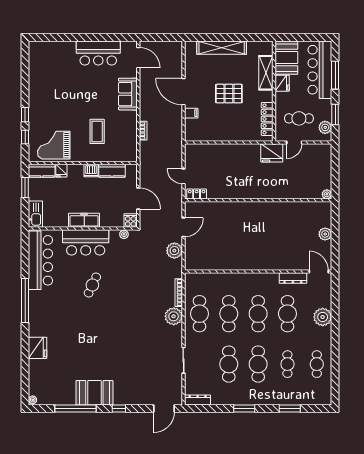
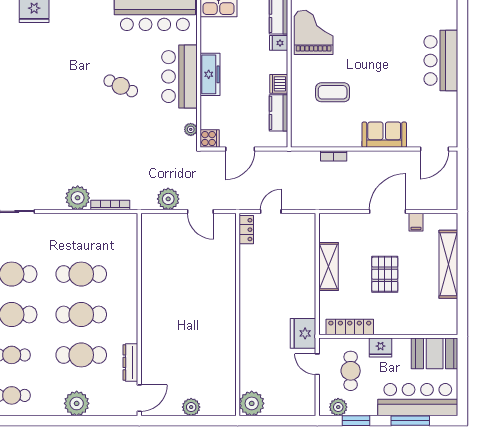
bar counter: (98, 53) -> (441, 60), moved
shelving: (266, 73) -> (328, 267), moved, turned 90
fridge: (282, 83) -> (381, 348), moved
filing cabinet: (191, 113) -> (416, 222), moved
plant: (327, 194) -> (252, 403), width x1.88, depth x1.88
cafe table: (199, 314) -> (81, 234), removed

